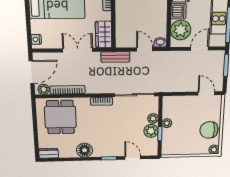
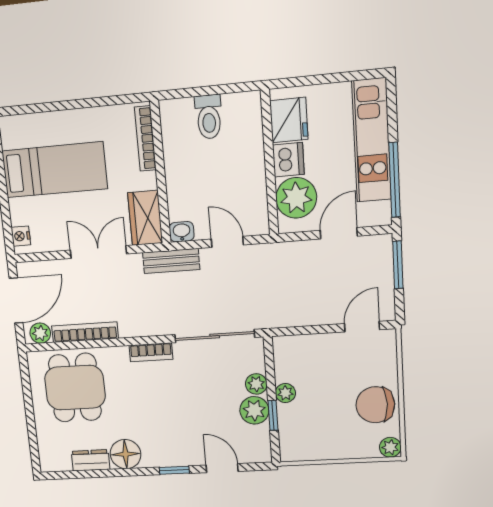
washbasin: (160, 42) -> (182, 232), moved
door: (206, 93) -> (362, 327), hinge flipped
dresser: (49, 153) -> (91, 460), moved

